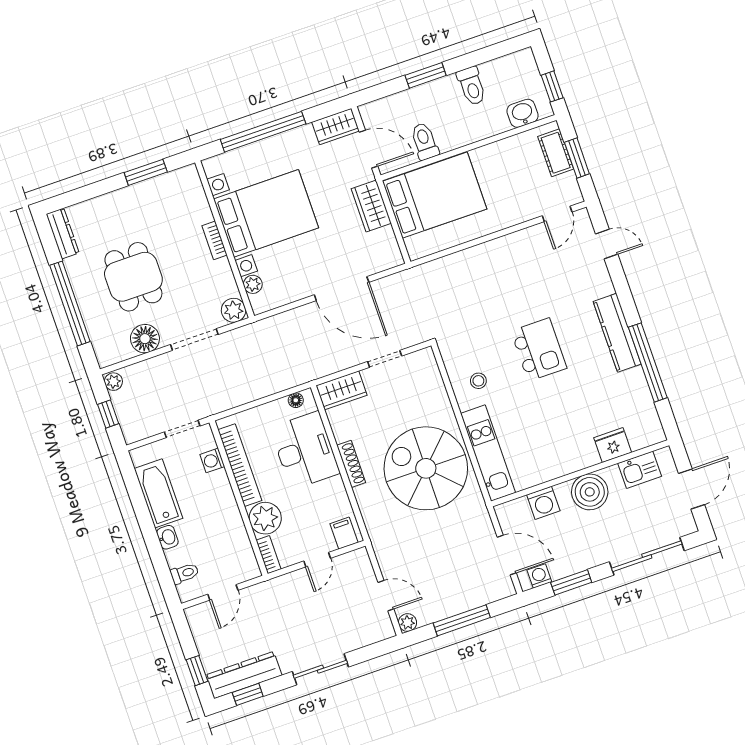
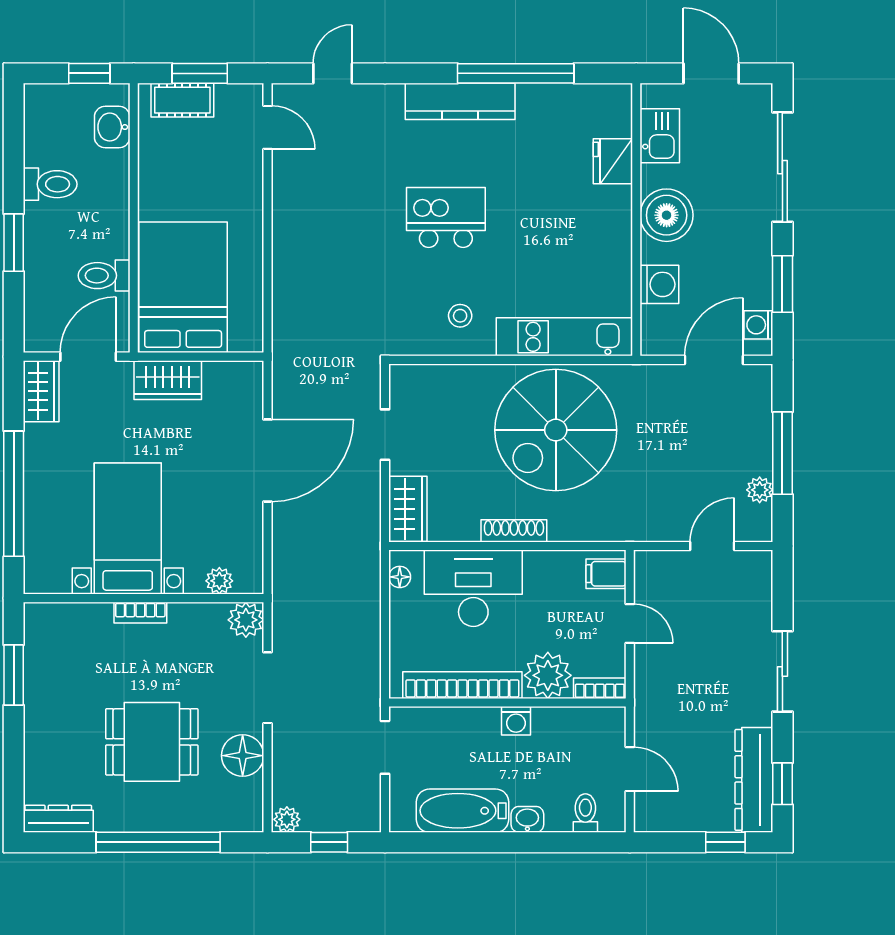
bed with nightstands: (266, 213) -> (128, 529), width x0.73
washing machine: (212, 460) -> (516, 721), moved
plant: (407, 623) -> (760, 490), moved

